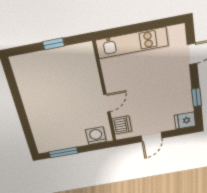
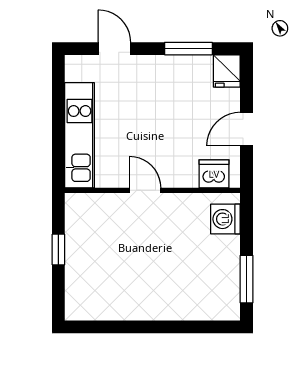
window: (197, 97) -> (188, 49), width x1.50
door: (107, 103) -> (145, 190), moved
door: (152, 137) -> (247, 129), swing flipped

